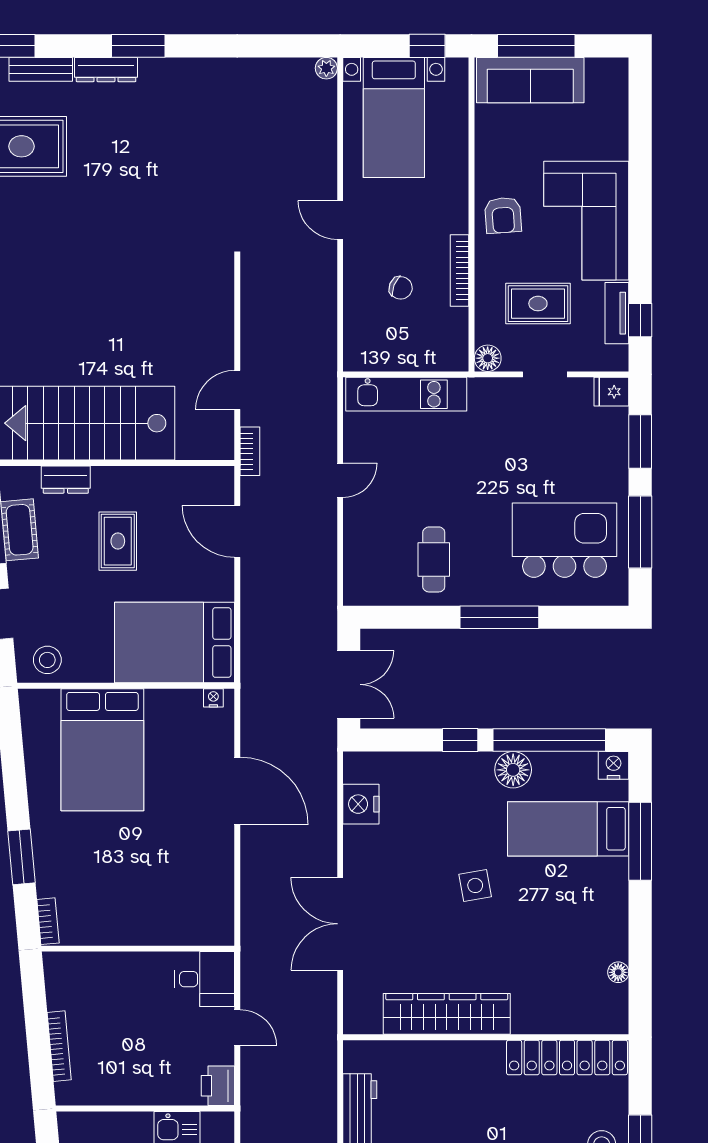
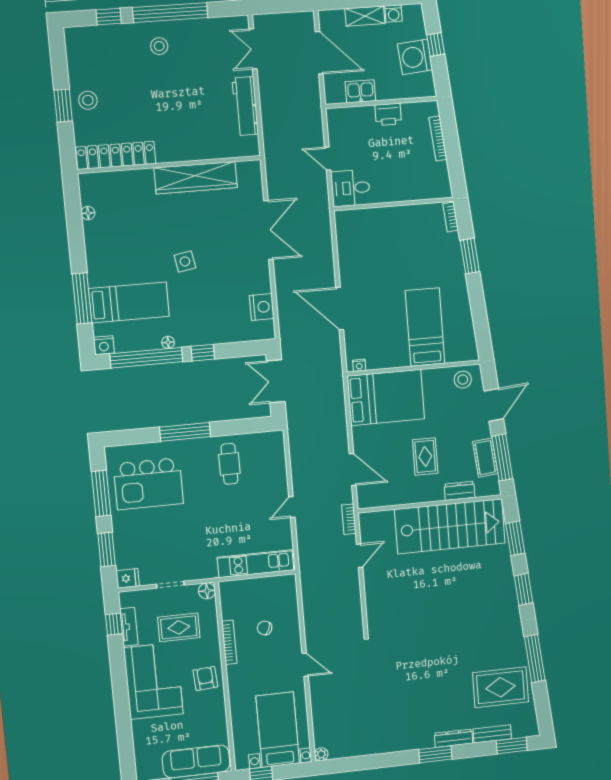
bed: (102, 750) -> (425, 327), width x0.67
floor lamp: (513, 770) -> (168, 342), width x0.53, depth x0.53
printer: (218, 1086) -> (388, 114), moved, turned 90

